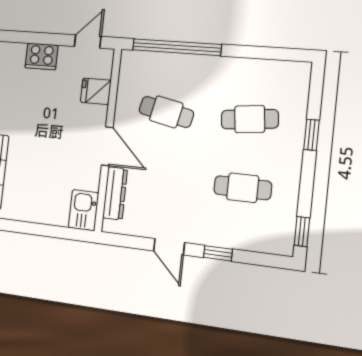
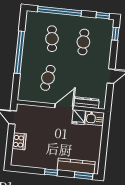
window: (177, 47) -> (19, 52), moved
fridge: (96, 91) -> (79, 117), moved
window: (311, 135) -> (59, 11), width x3.17
window: (218, 253) -> (115, 34), moved

